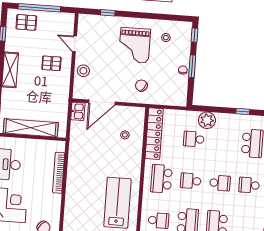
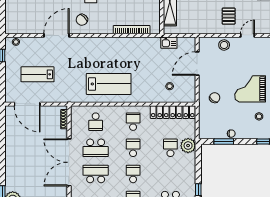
window: (192, 66) -> (224, 142), moved
door: (102, 102) -> (197, 64), hinge flipped
kitchen sink: (78, 111) -> (169, 43), moved
plant: (207, 120) -> (188, 146), moved
school desk: (162, 179) -> (133, 122), width x0.54
school desk: (220, 183) -> (133, 174), turned 180

